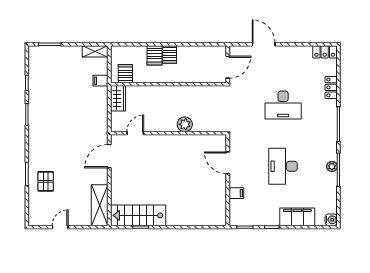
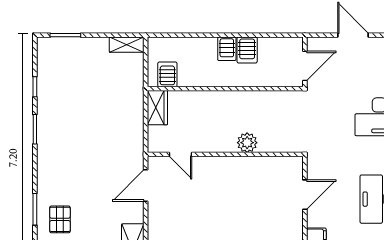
server rack: (155, 55) -> (247, 50), moved
filing cabinet: (101, 81) -> (134, 84), removed
door: (135, 133) -> (181, 154), swing flipped
door: (228, 163) -> (305, 195), swing flipped

